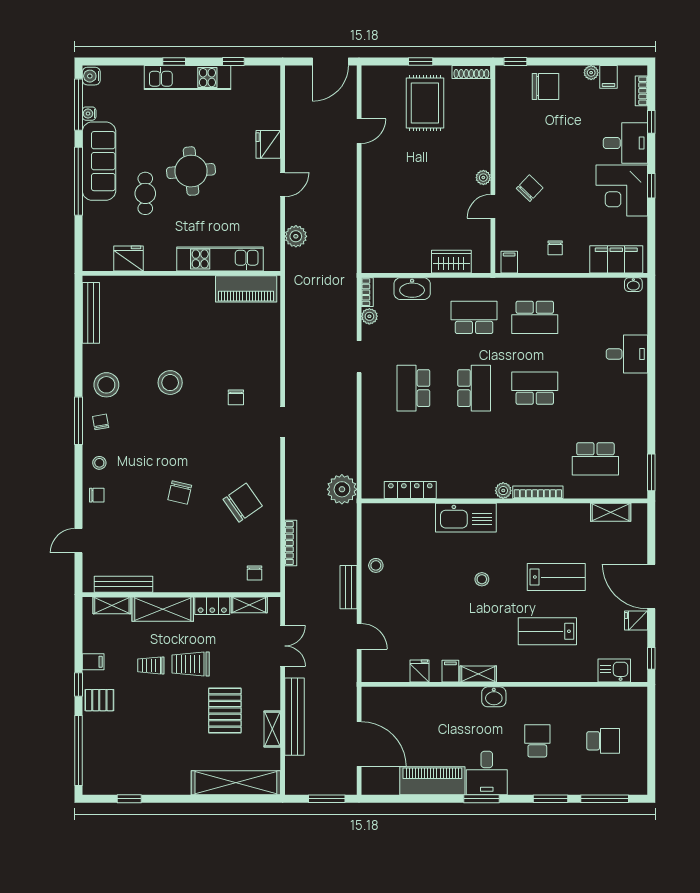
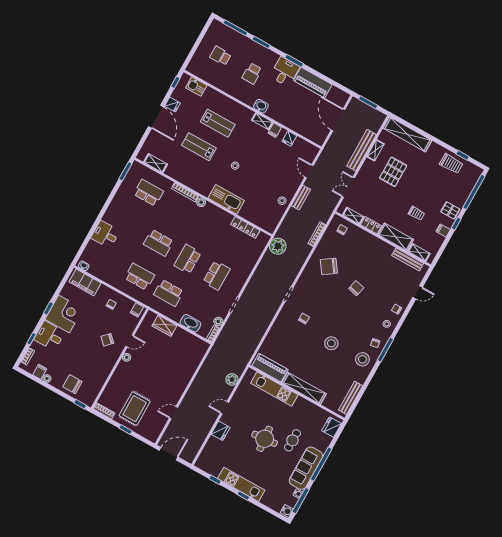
fridge: (128, 259) -> (332, 427), moved, turned 90
shelving: (174, 287) -> (304, 388), added
trolley: (191, 664) -> (451, 164), moved

